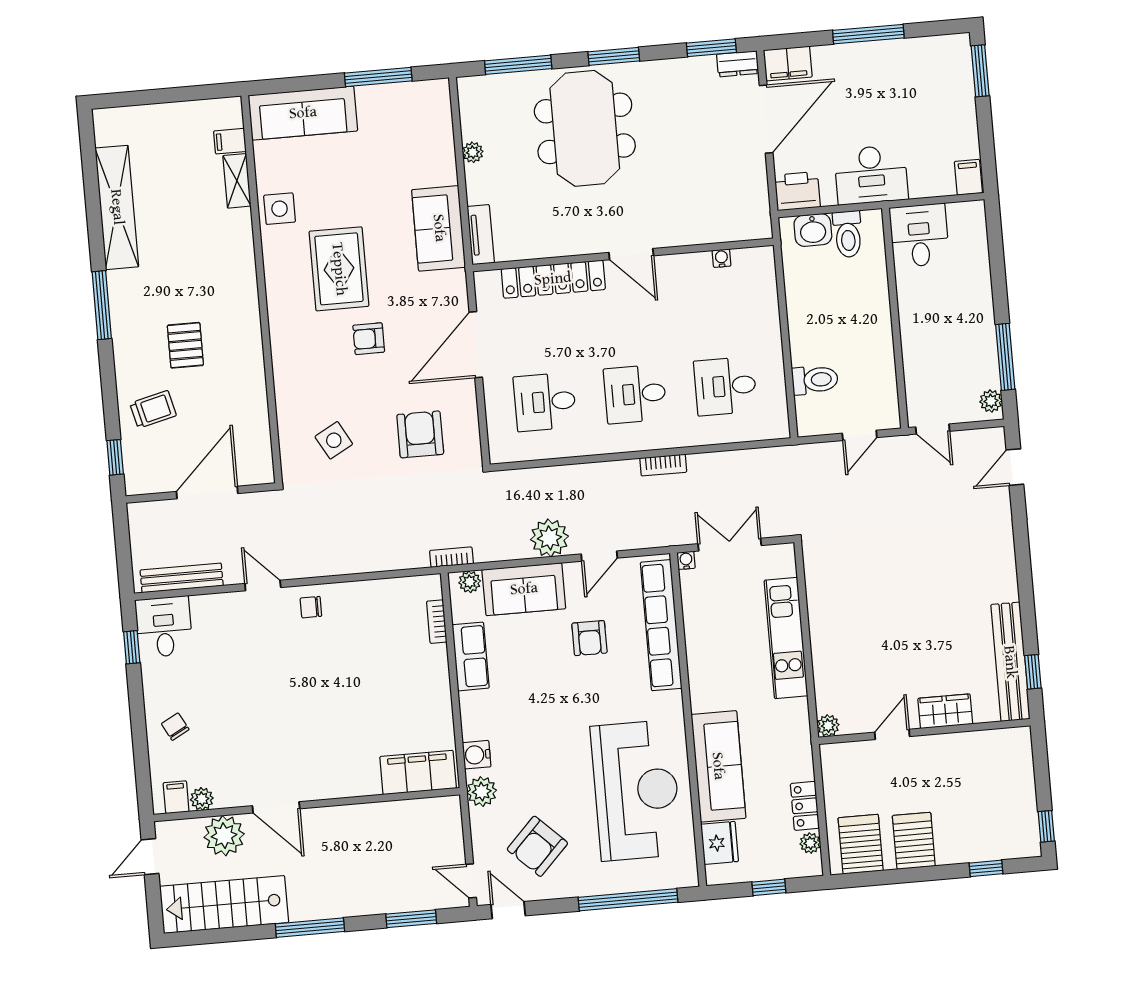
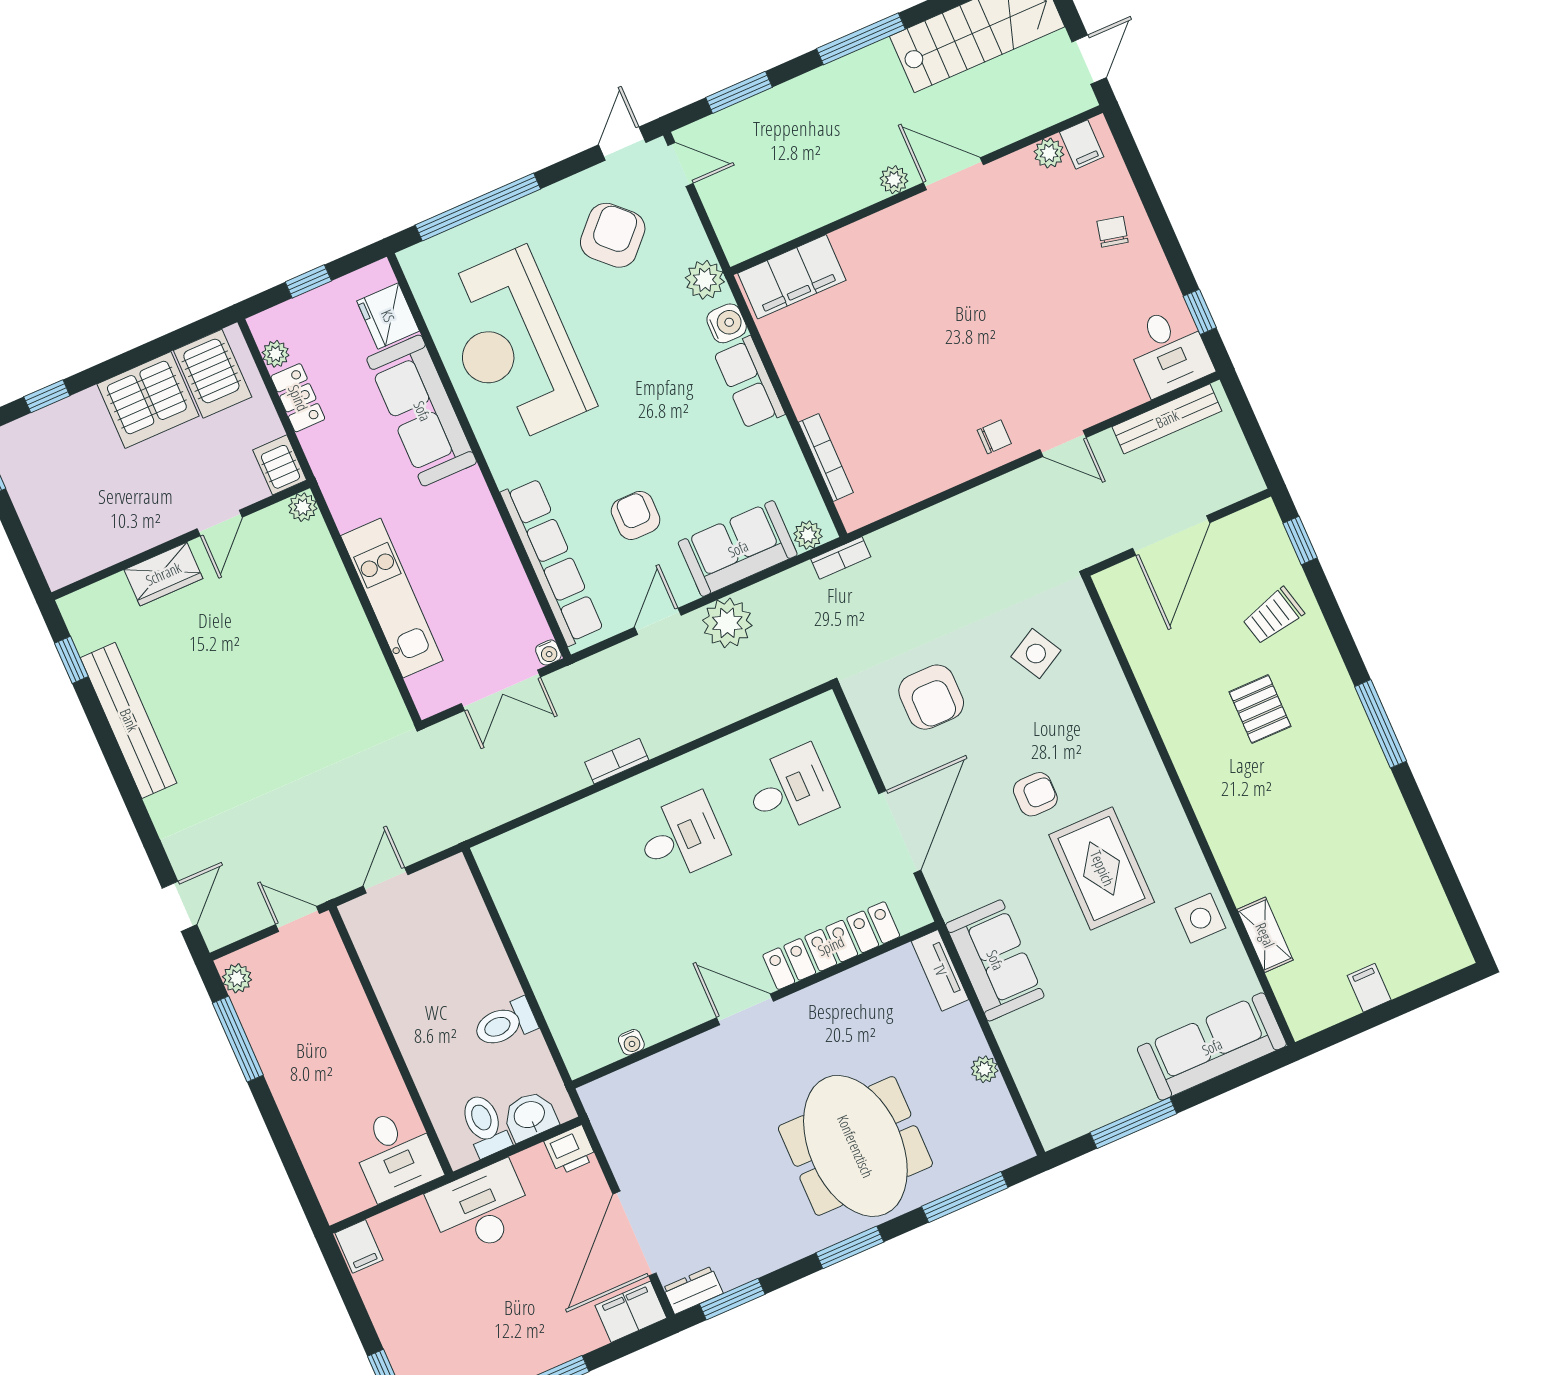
filing cabinet: (230, 141) -> (1369, 988), moved, turned -90
printer: (797, 191) -> (570, 1150), width x0.73, depth x0.81
shelving: (117, 207) -> (1403, 851), removed
toilet: (815, 380) -> (505, 1023), moved
desk: (725, 386) -> (573, 885), removed
bookcase: (437, 622) -> (826, 457), width x1.56
row of seats: (471, 656) -> (749, 383), moved
bench: (1010, 662) -> (129, 720), moved
chair: (175, 727) -> (1112, 232), turned -139
server rack: (834, 762) -> (280, 465), added
plant: (224, 836) -> (894, 180), moved, width x0.53, depth x0.53
server rack: (914, 841) -> (148, 400), width x1.60
door: (508, 910) -> (622, 144), swing flipped

